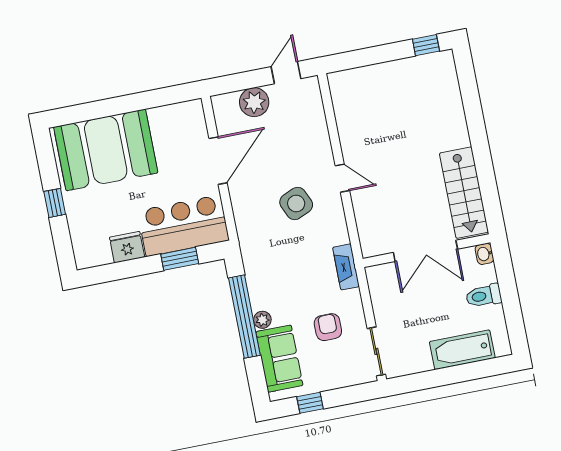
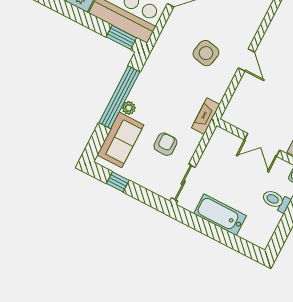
side table: (296, 203) -> (206, 53), turned 36
double door: (425, 251) -> (262, 145), width x0.73
window: (180, 259) -> (121, 37), moved
bathtub: (462, 350) -> (220, 215), moved

